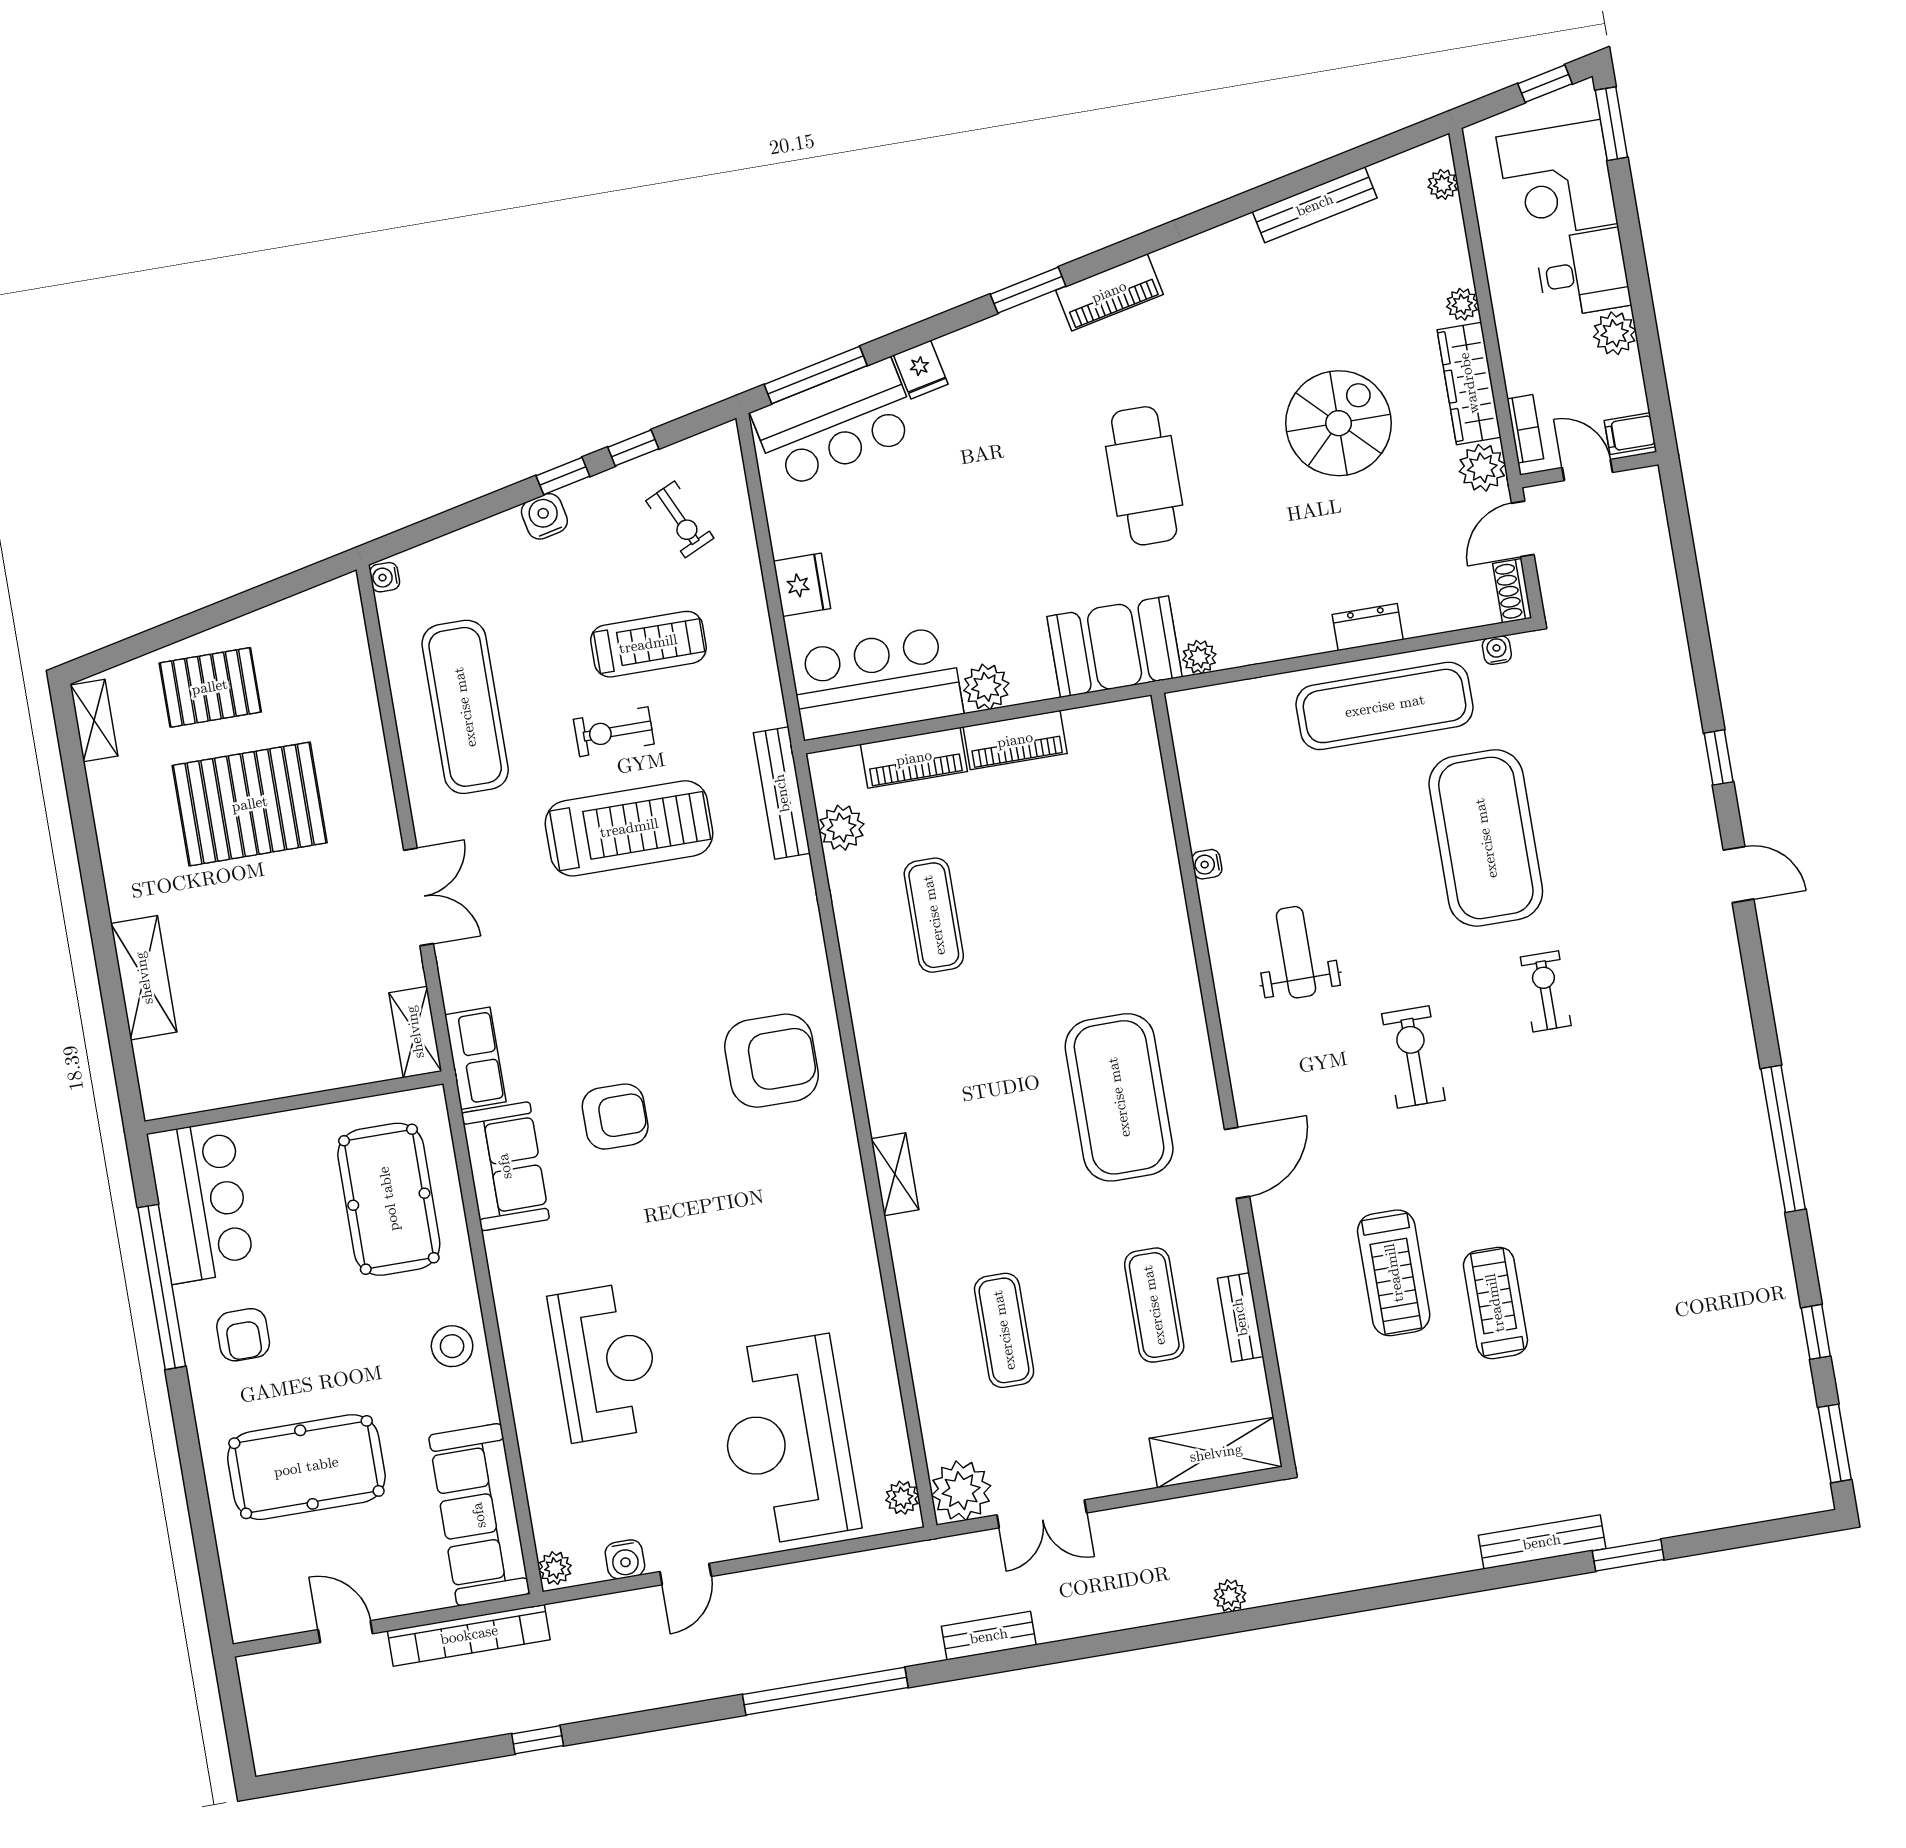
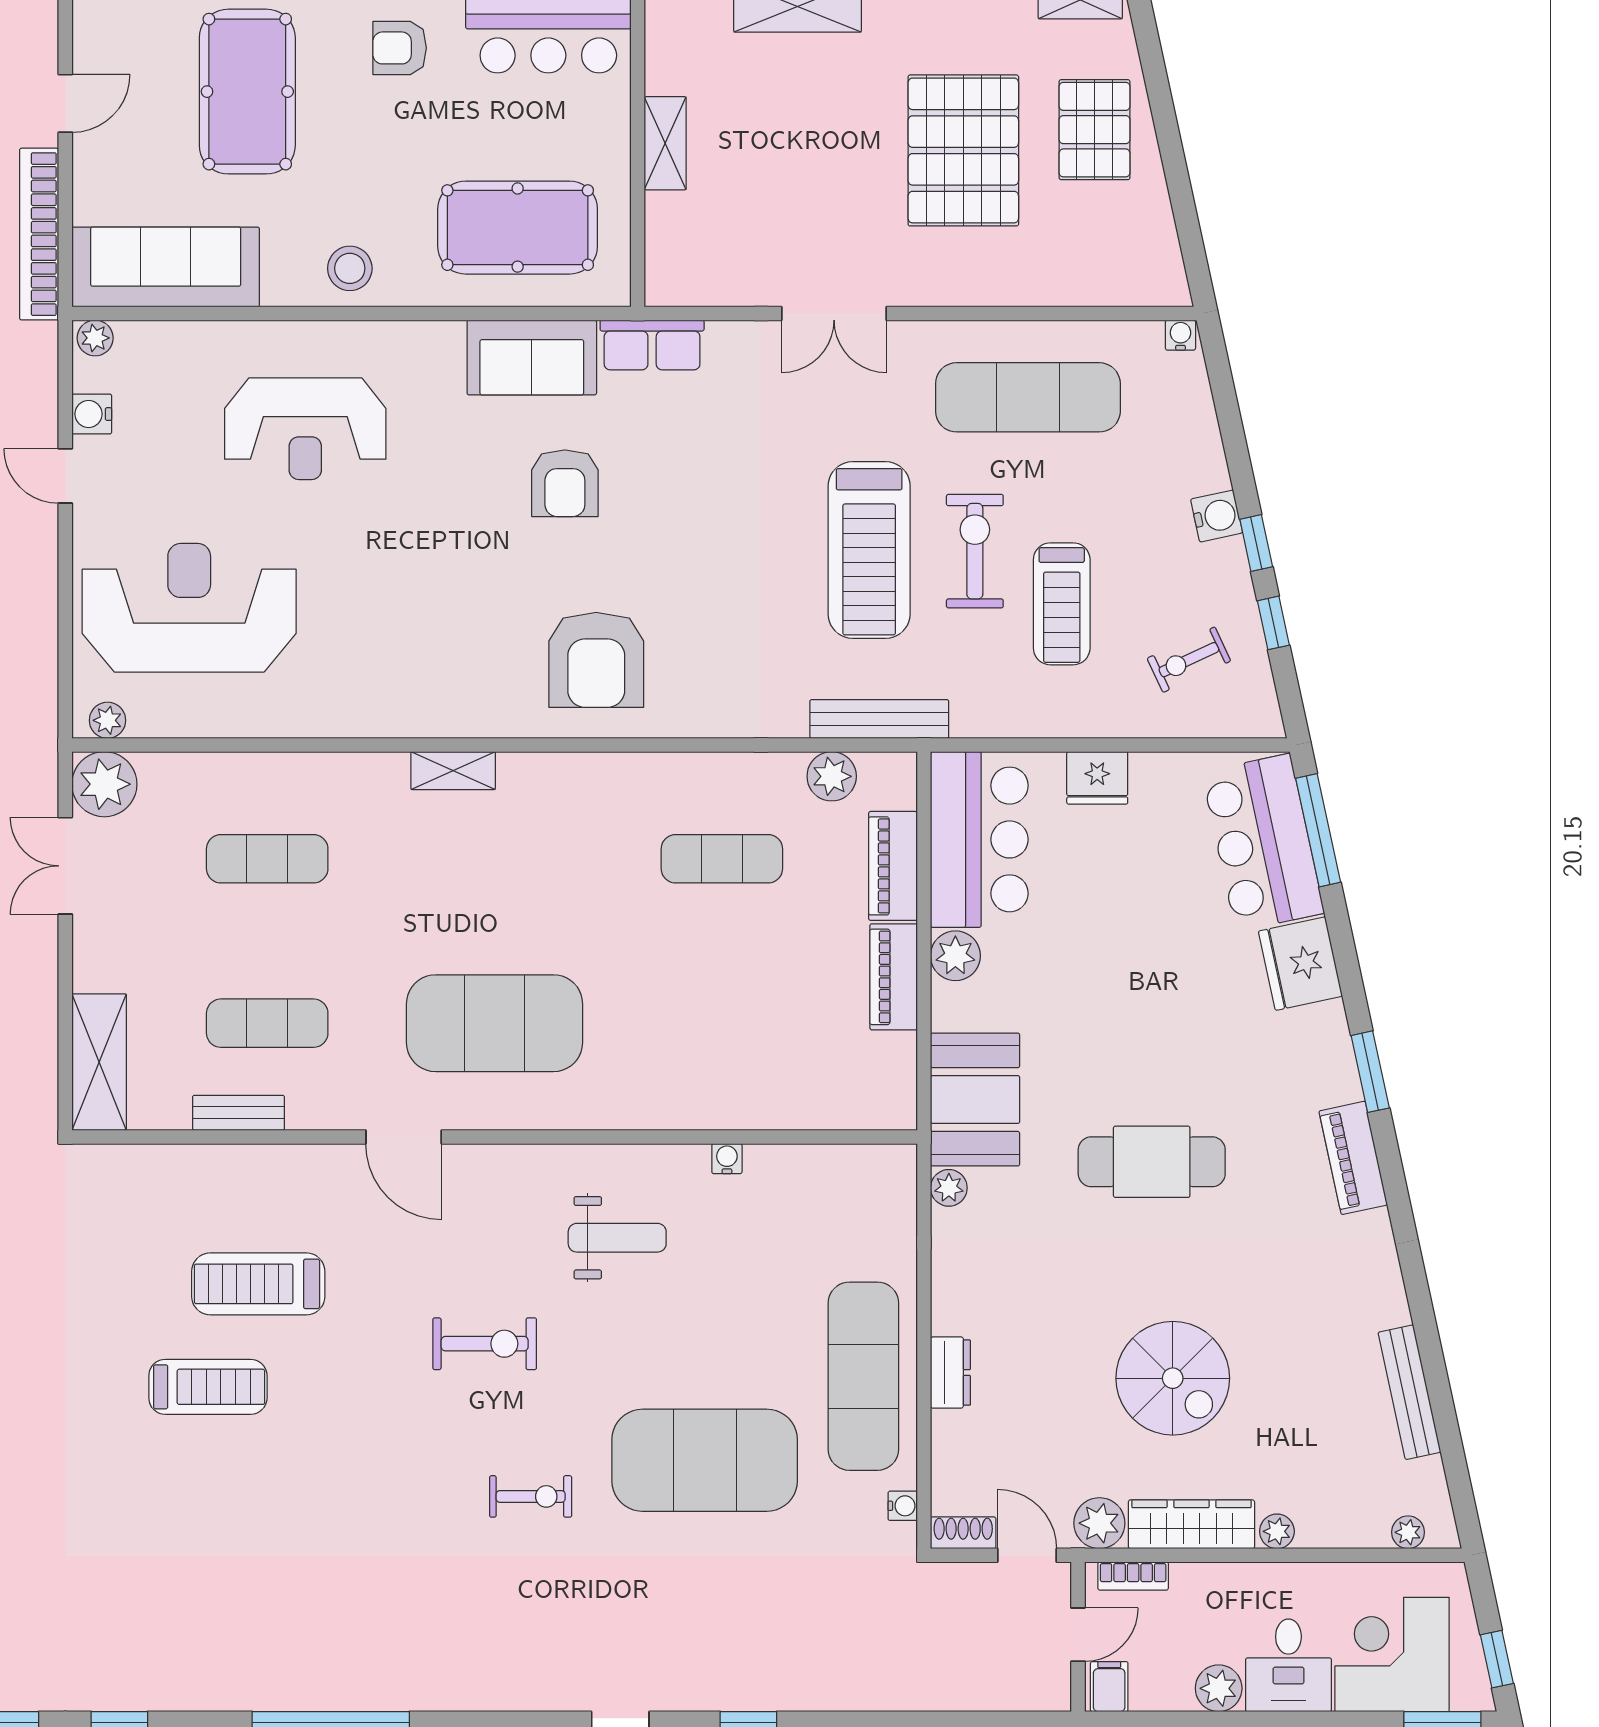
fridge: (921, 370) -> (1300, 964), width x1.88, depth x1.34
exercise bike: (614, 732) -> (975, 551), width x1.38, depth x1.39
shelving: (415, 1032) -> (665, 143), moved, turned 90

